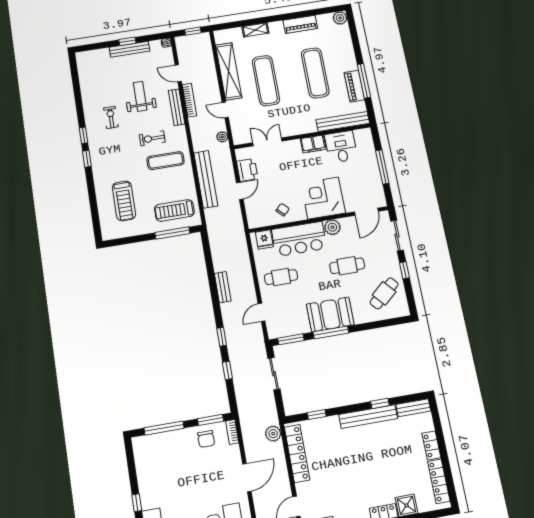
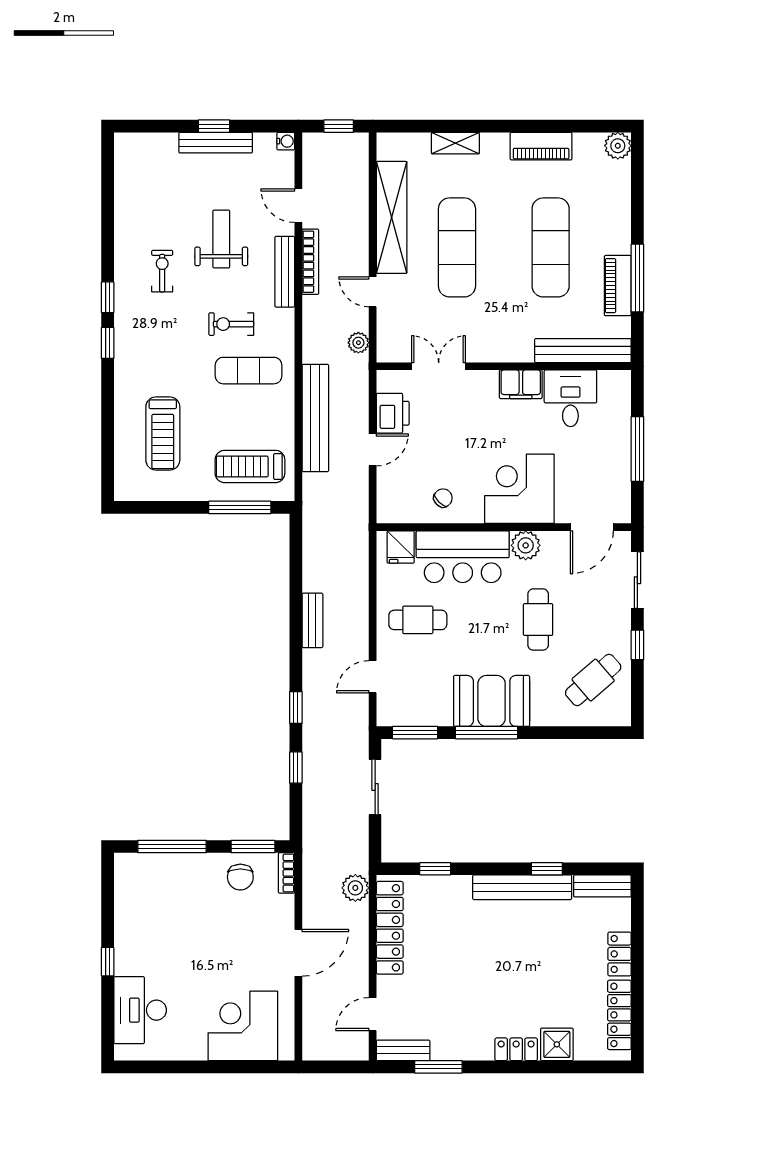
cafe table: (347, 266) -> (538, 620), turned 90

